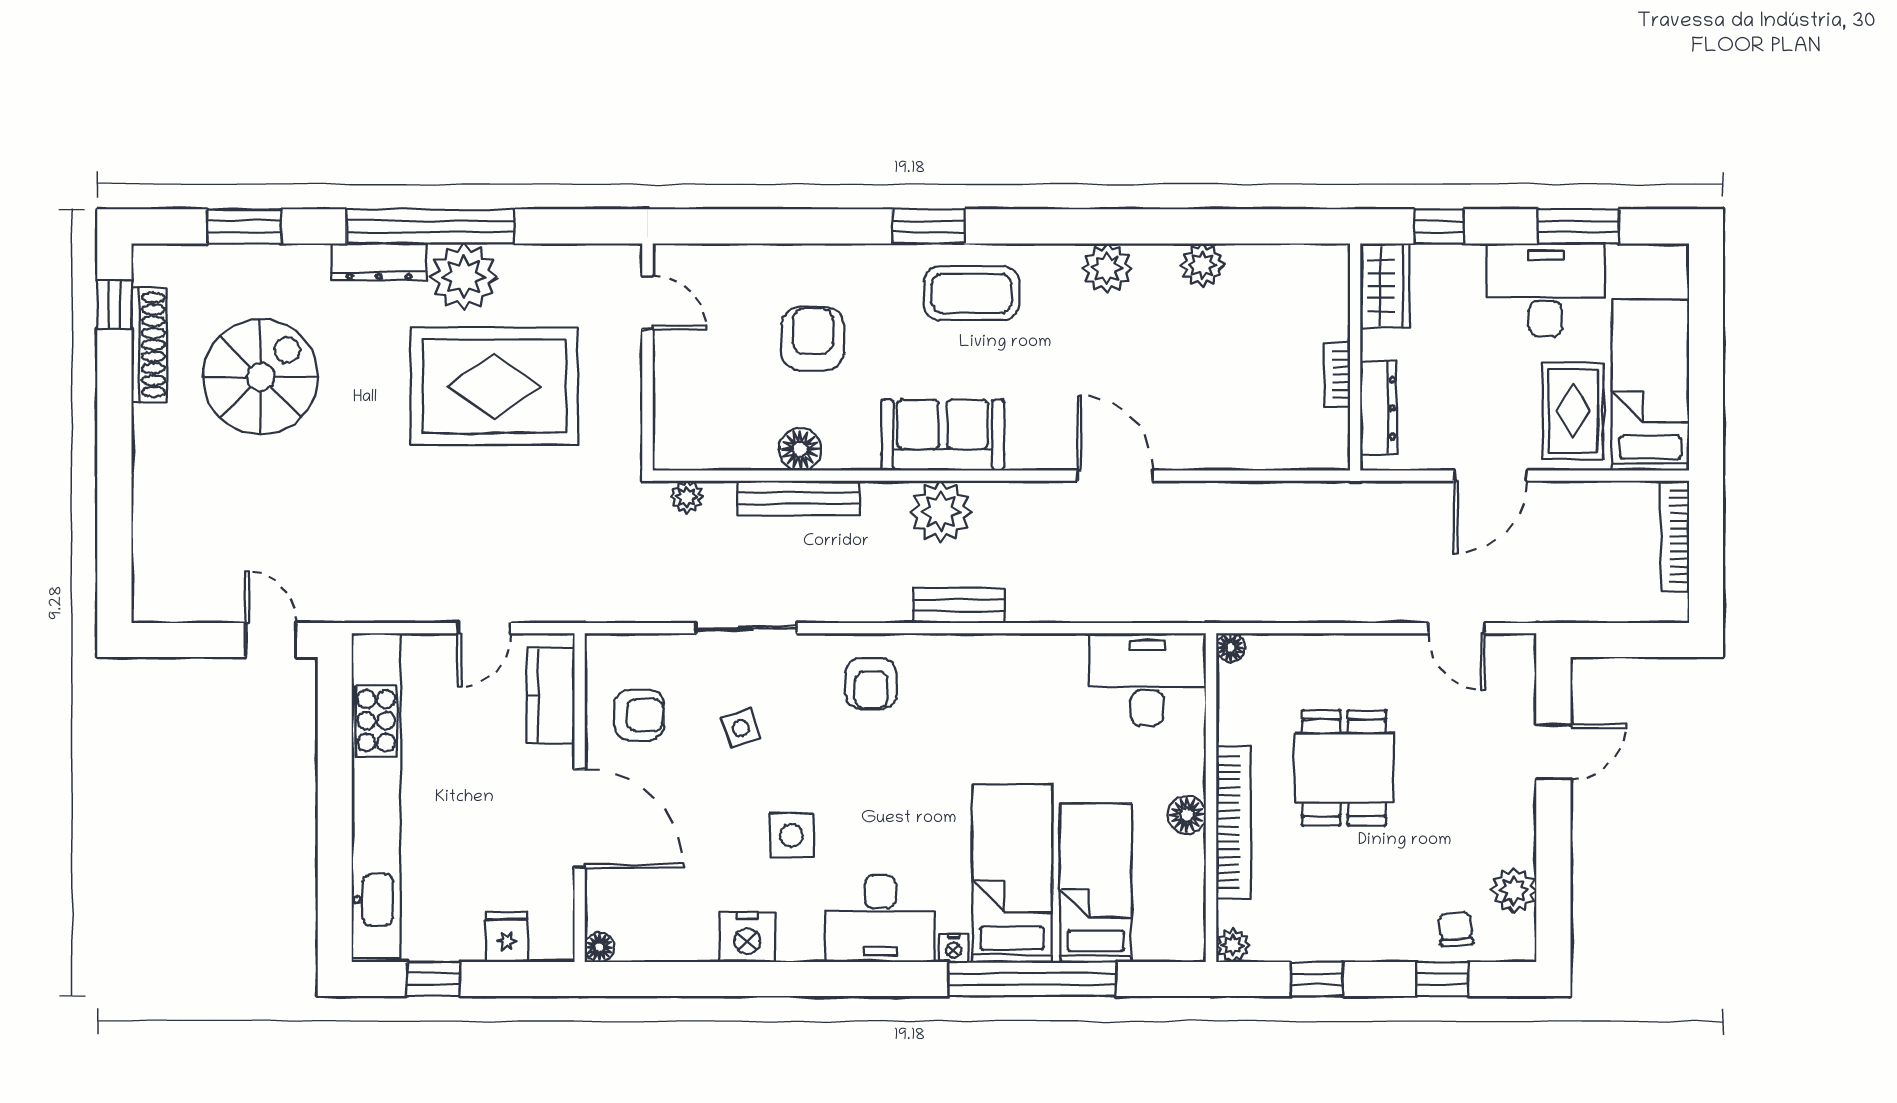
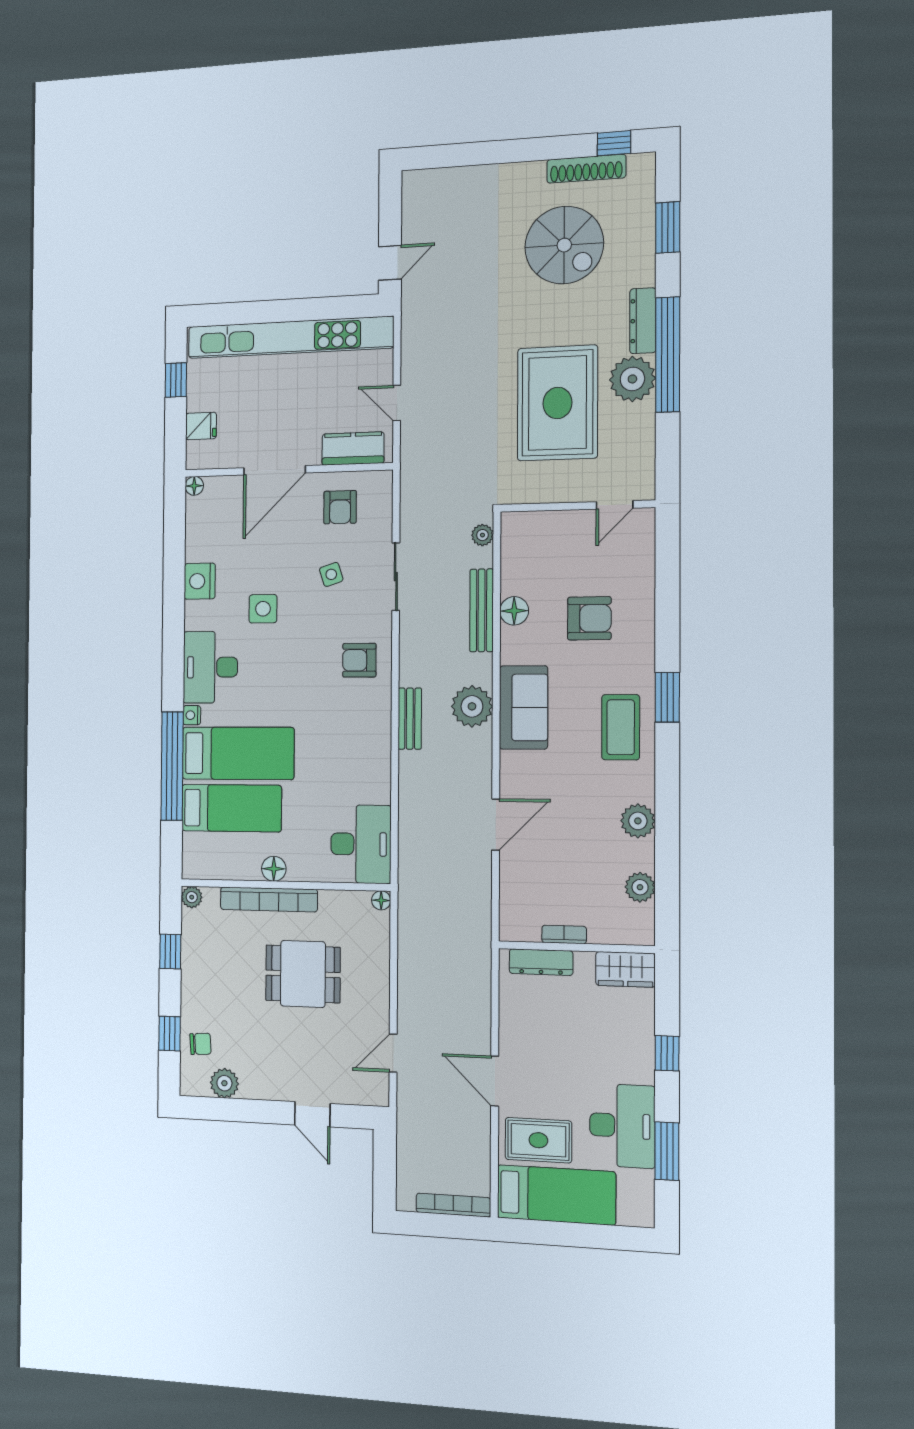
wardrobe: (1385, 286) -> (625, 969), moved
wall: (1355, 357) -> (576, 947), moved
bookcase: (1337, 374) -> (564, 934), moved
dresser: (1378, 408) -> (541, 962), moved

